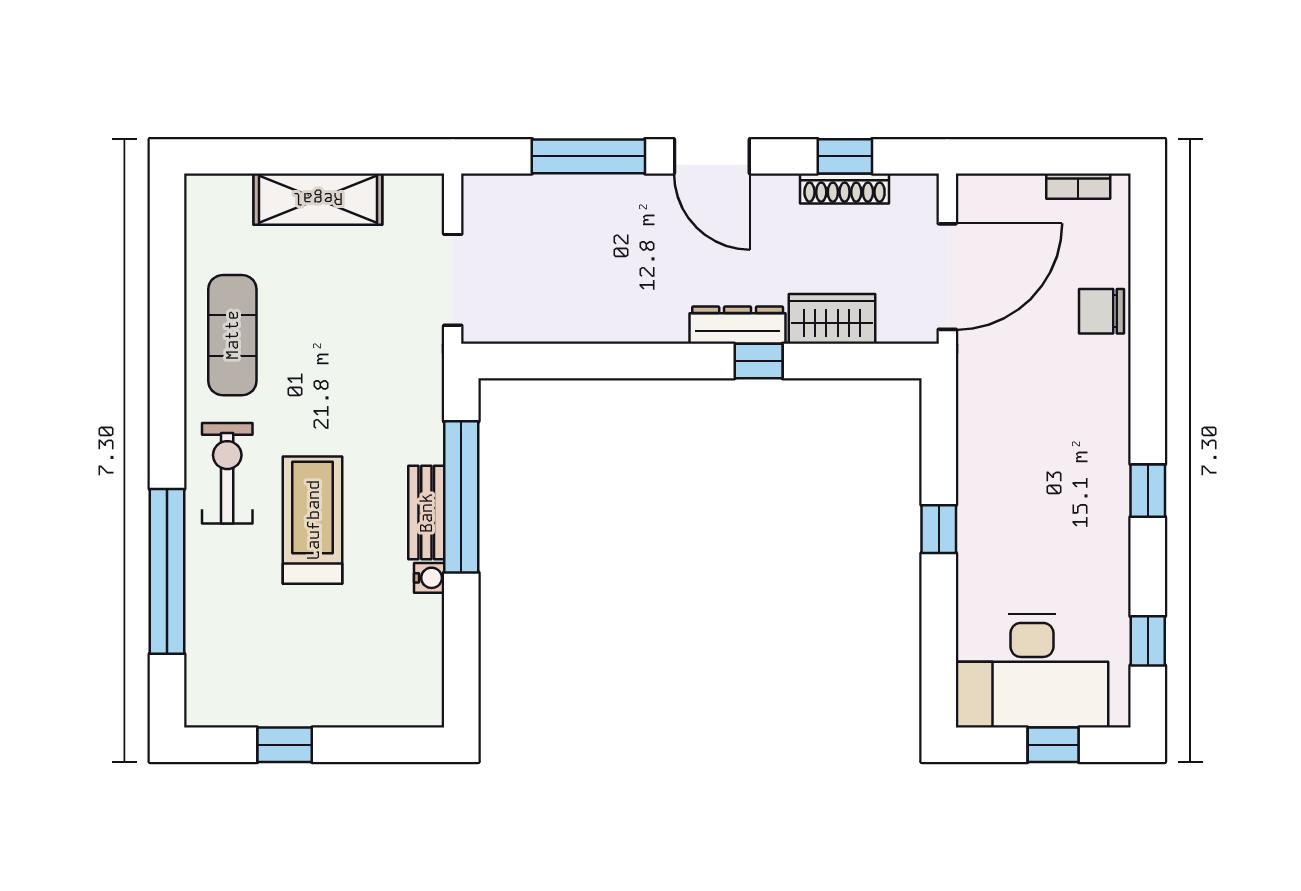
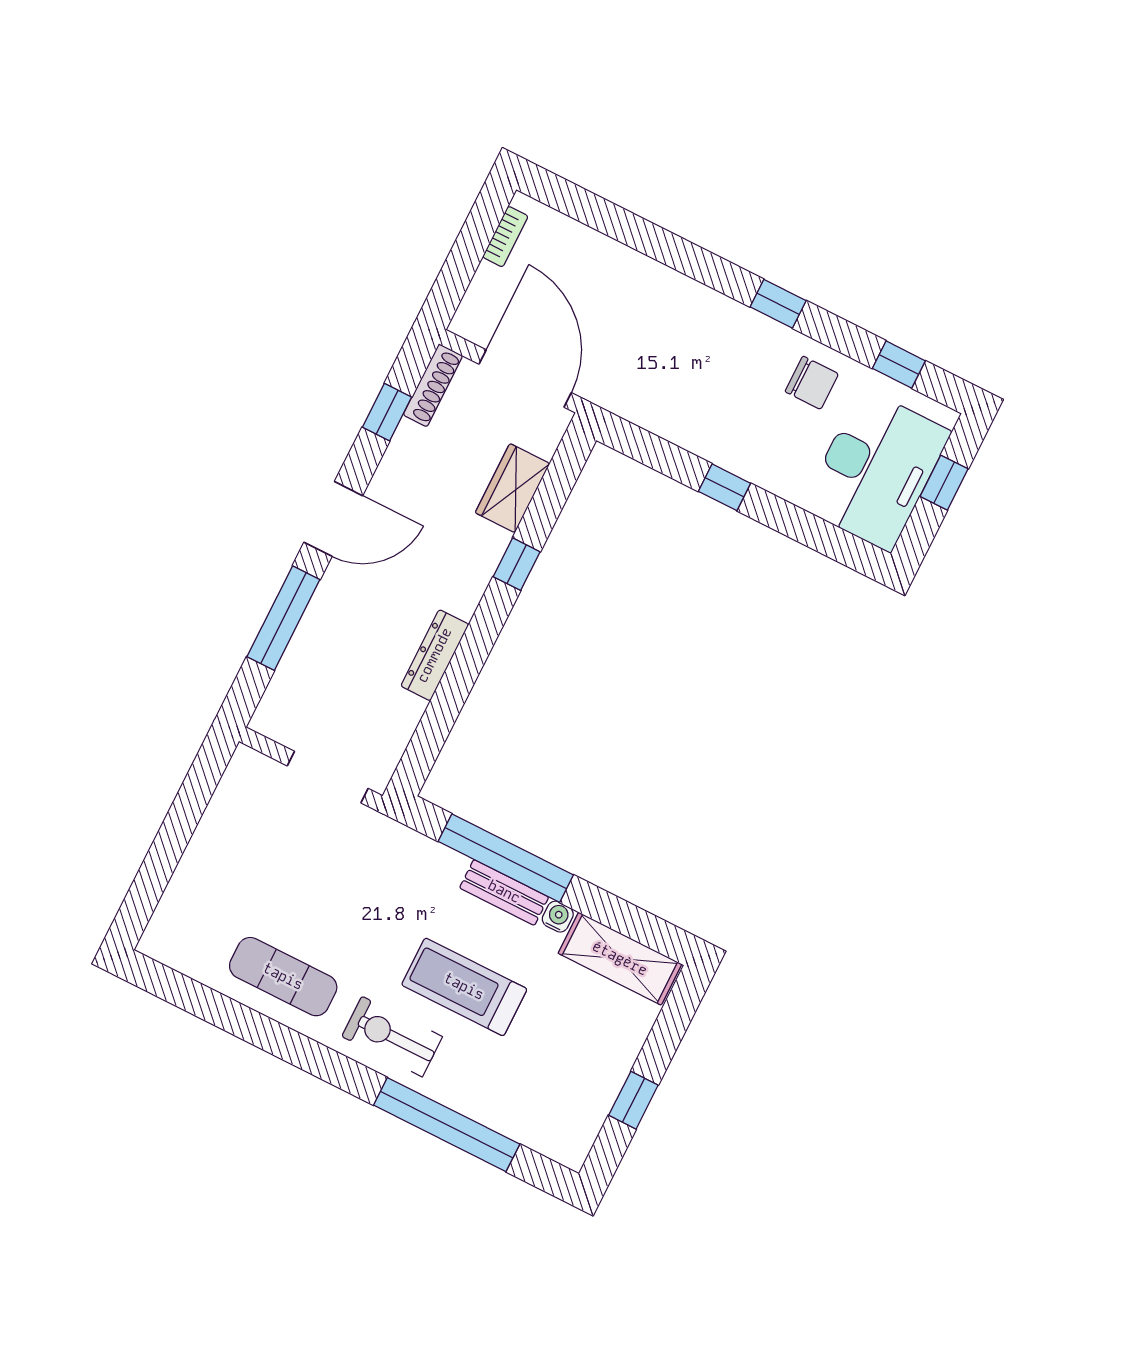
shoe rack: (845, 188) -> (433, 385), moved
shelving: (318, 199) -> (620, 959), moved, turned 90
chair: (1102, 311) -> (812, 383), moved, turned -90
dresser: (738, 325) -> (435, 655), moved

